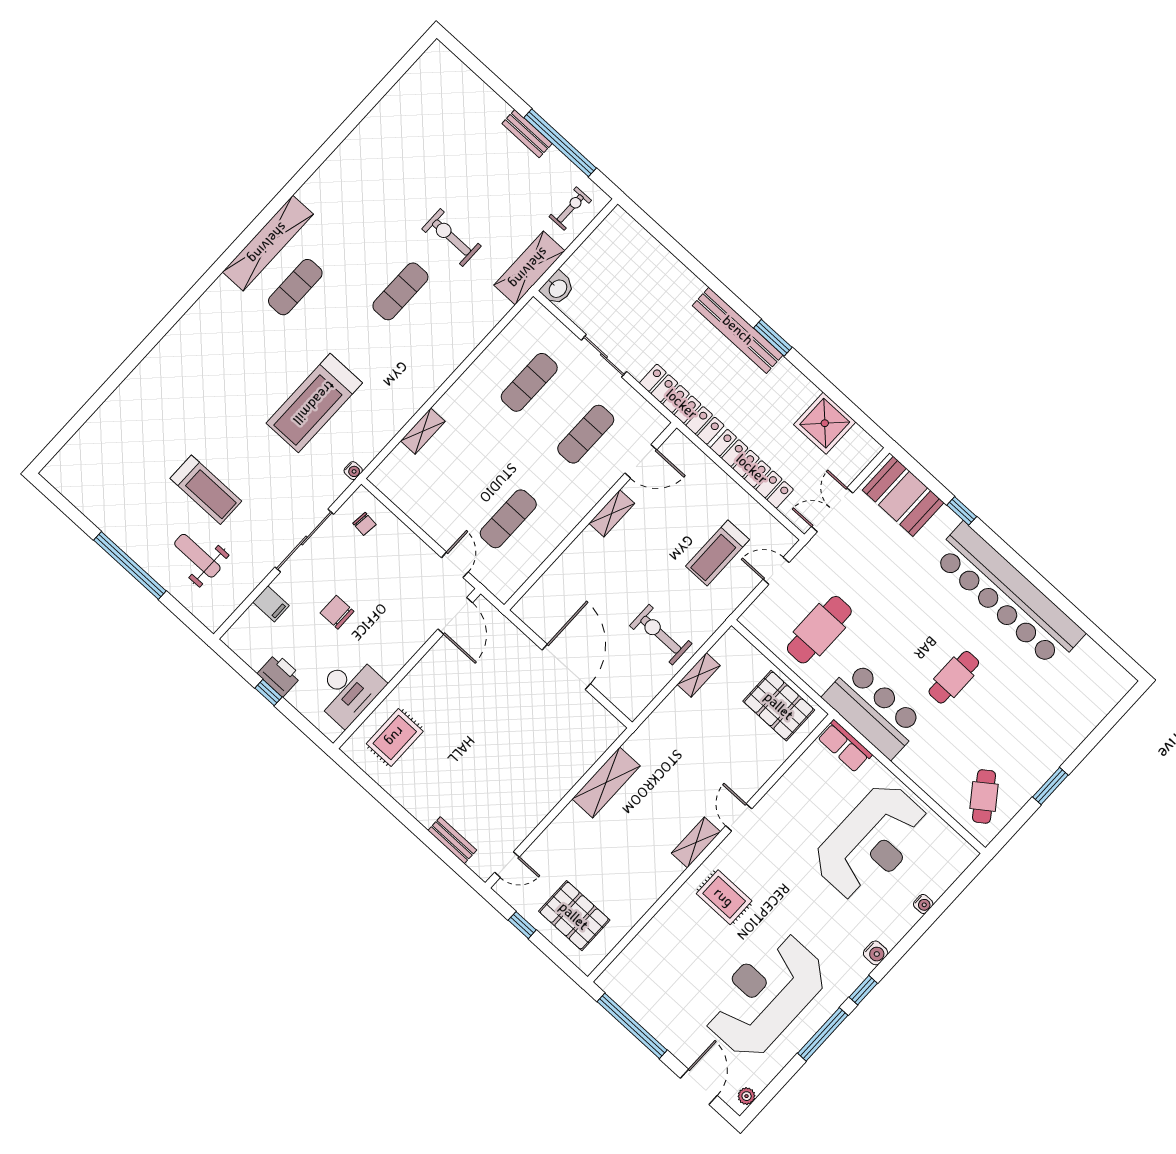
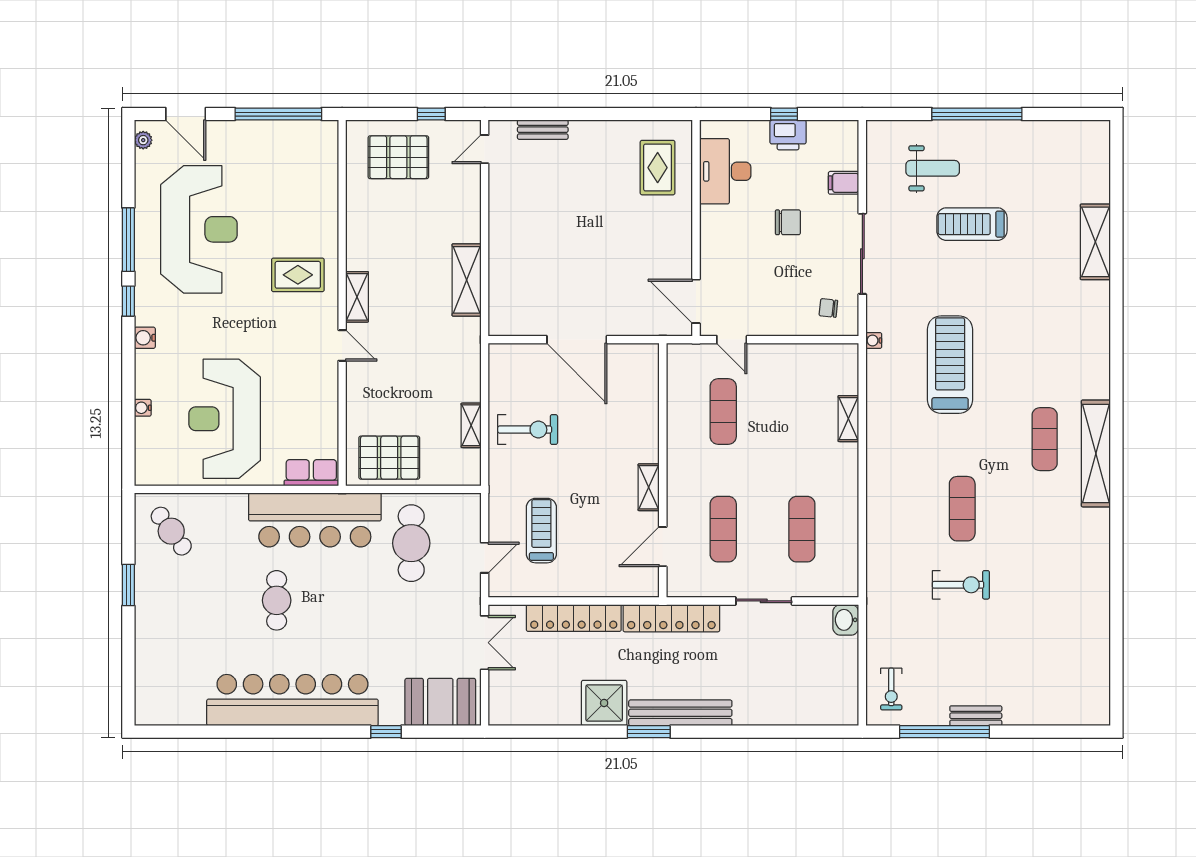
shelving: (529, 268) -> (1095, 242), moved
shower: (825, 423) -> (604, 703), moved
bar counter: (873, 710) -> (315, 520), width x1.36

